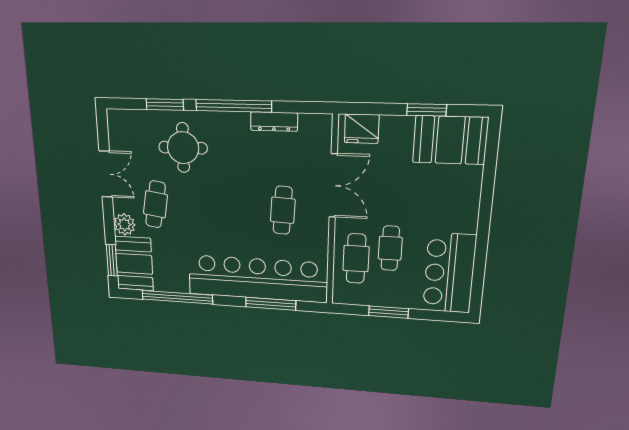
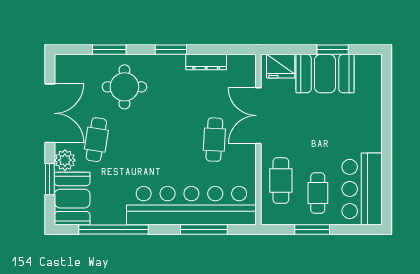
window: (234, 106) -> (171, 50), width x0.47
booth: (450, 140) -> (325, 74), moved
double door: (106, 174) -> (50, 113), width x1.37
double door: (333, 186) -> (258, 116), swing flipped
cafe table: (390, 248) -> (318, 193), moved
window: (112, 260) -> (50, 179), moved

